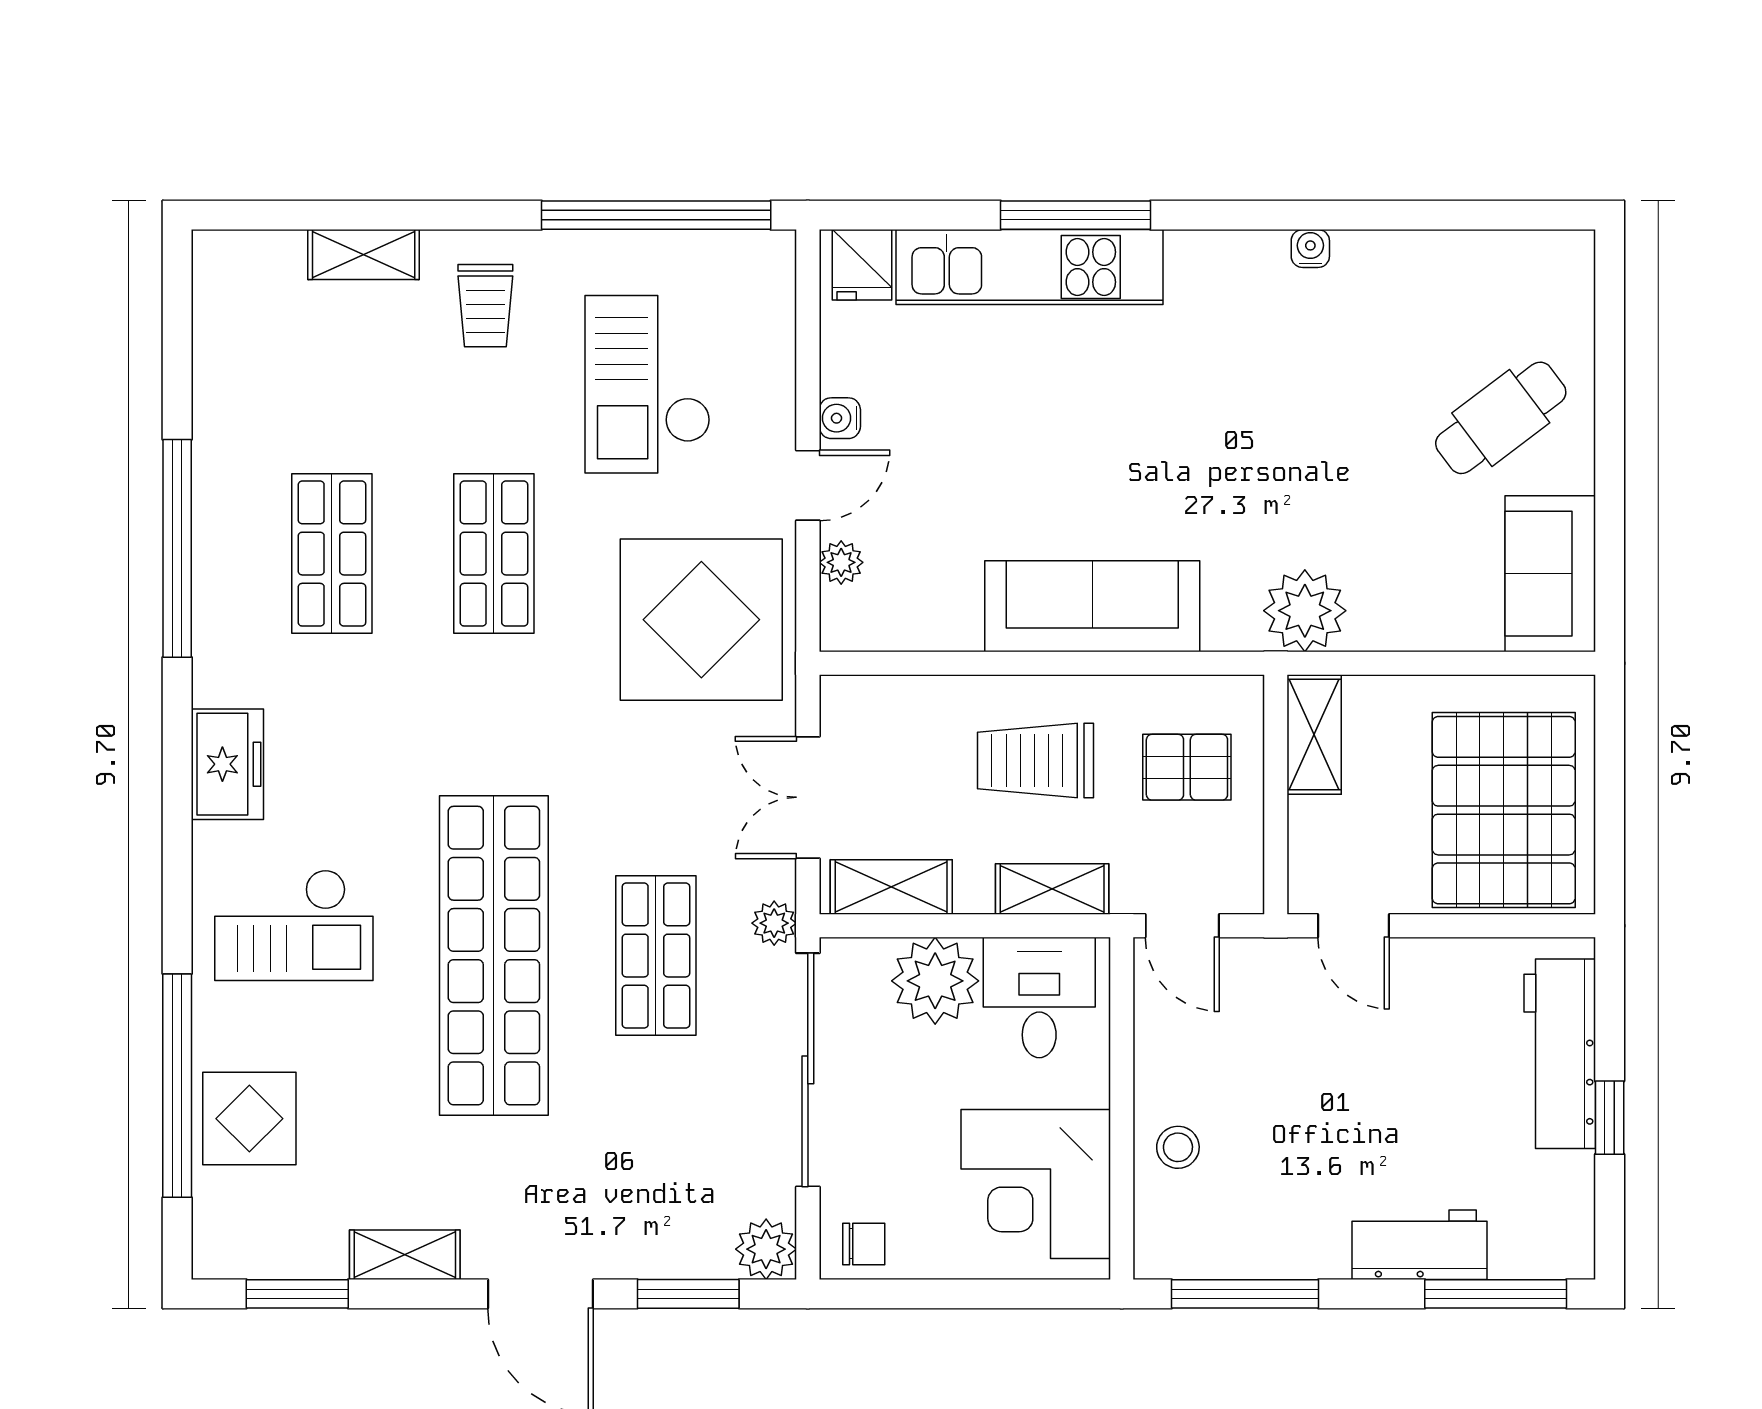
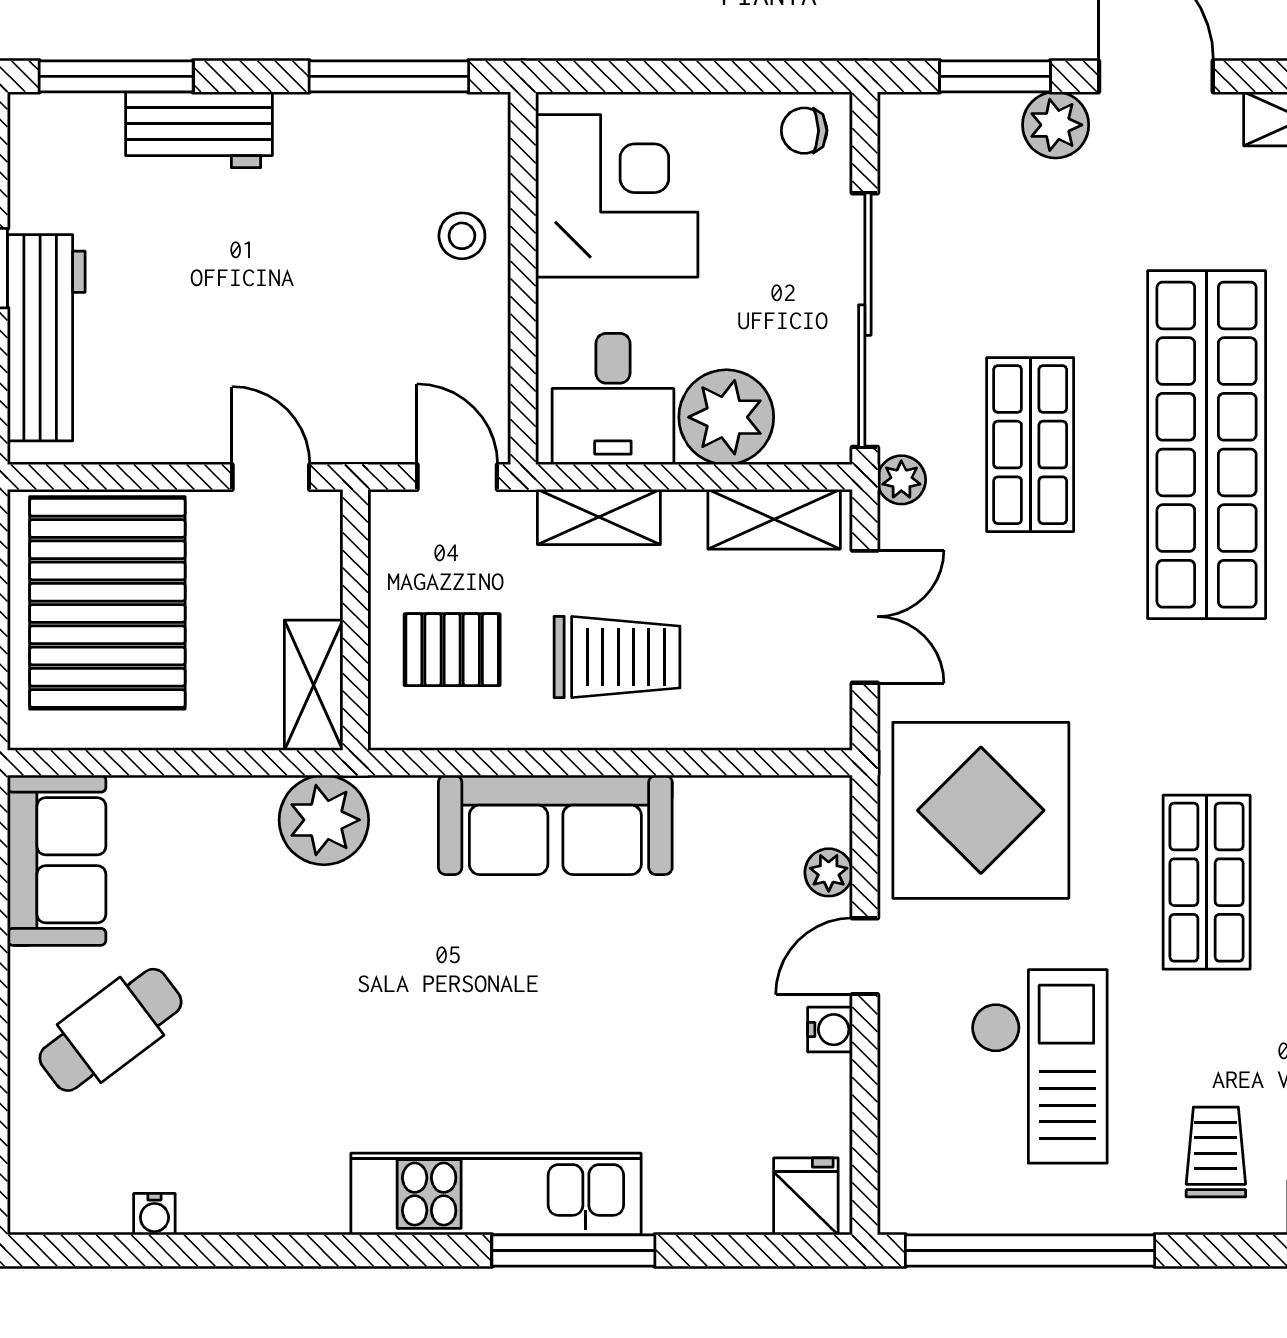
water cooler: (1310, 249) -> (154, 1214), moved
kitchen unit: (1029, 267) -> (496, 1194), moved
plant: (766, 1249) -> (1056, 125), moved

